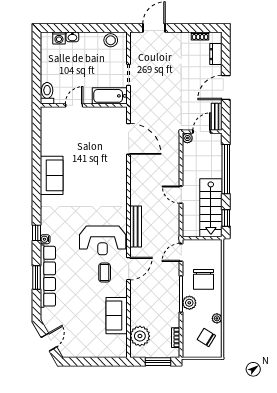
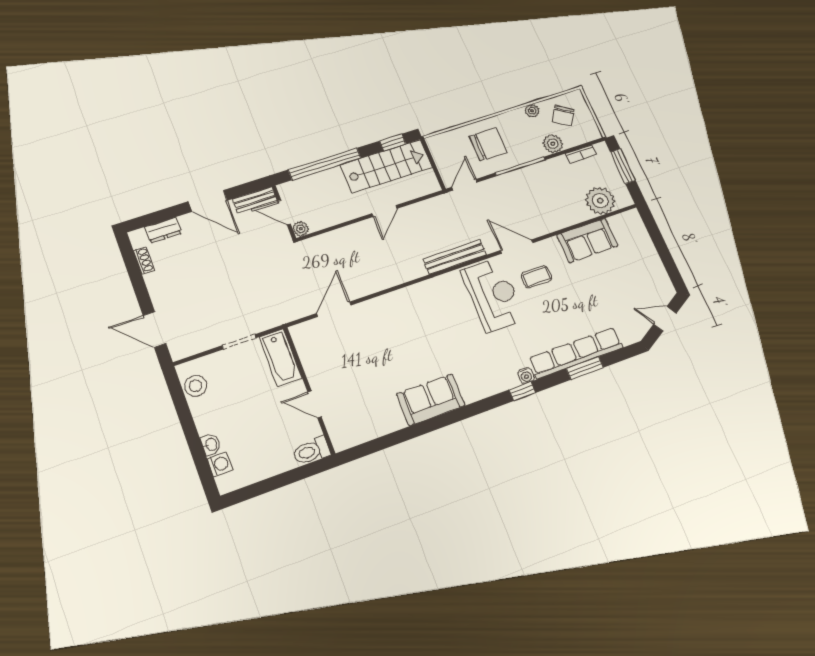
door: (129, 139) -> (334, 309), width x0.73
door: (181, 253) -> (465, 185), swing flipped
plant: (189, 303) -> (553, 144), moved

